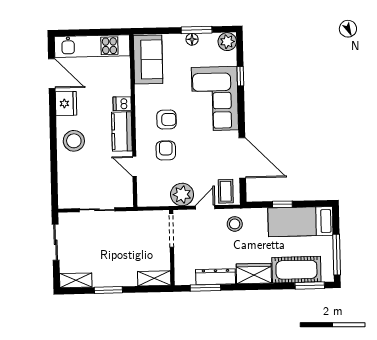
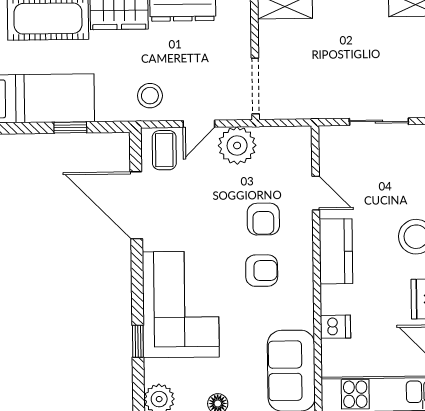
dishwasher: (122, 104) -> (336, 327), moved
armchair: (166, 120) -> (262, 271), turned 180

